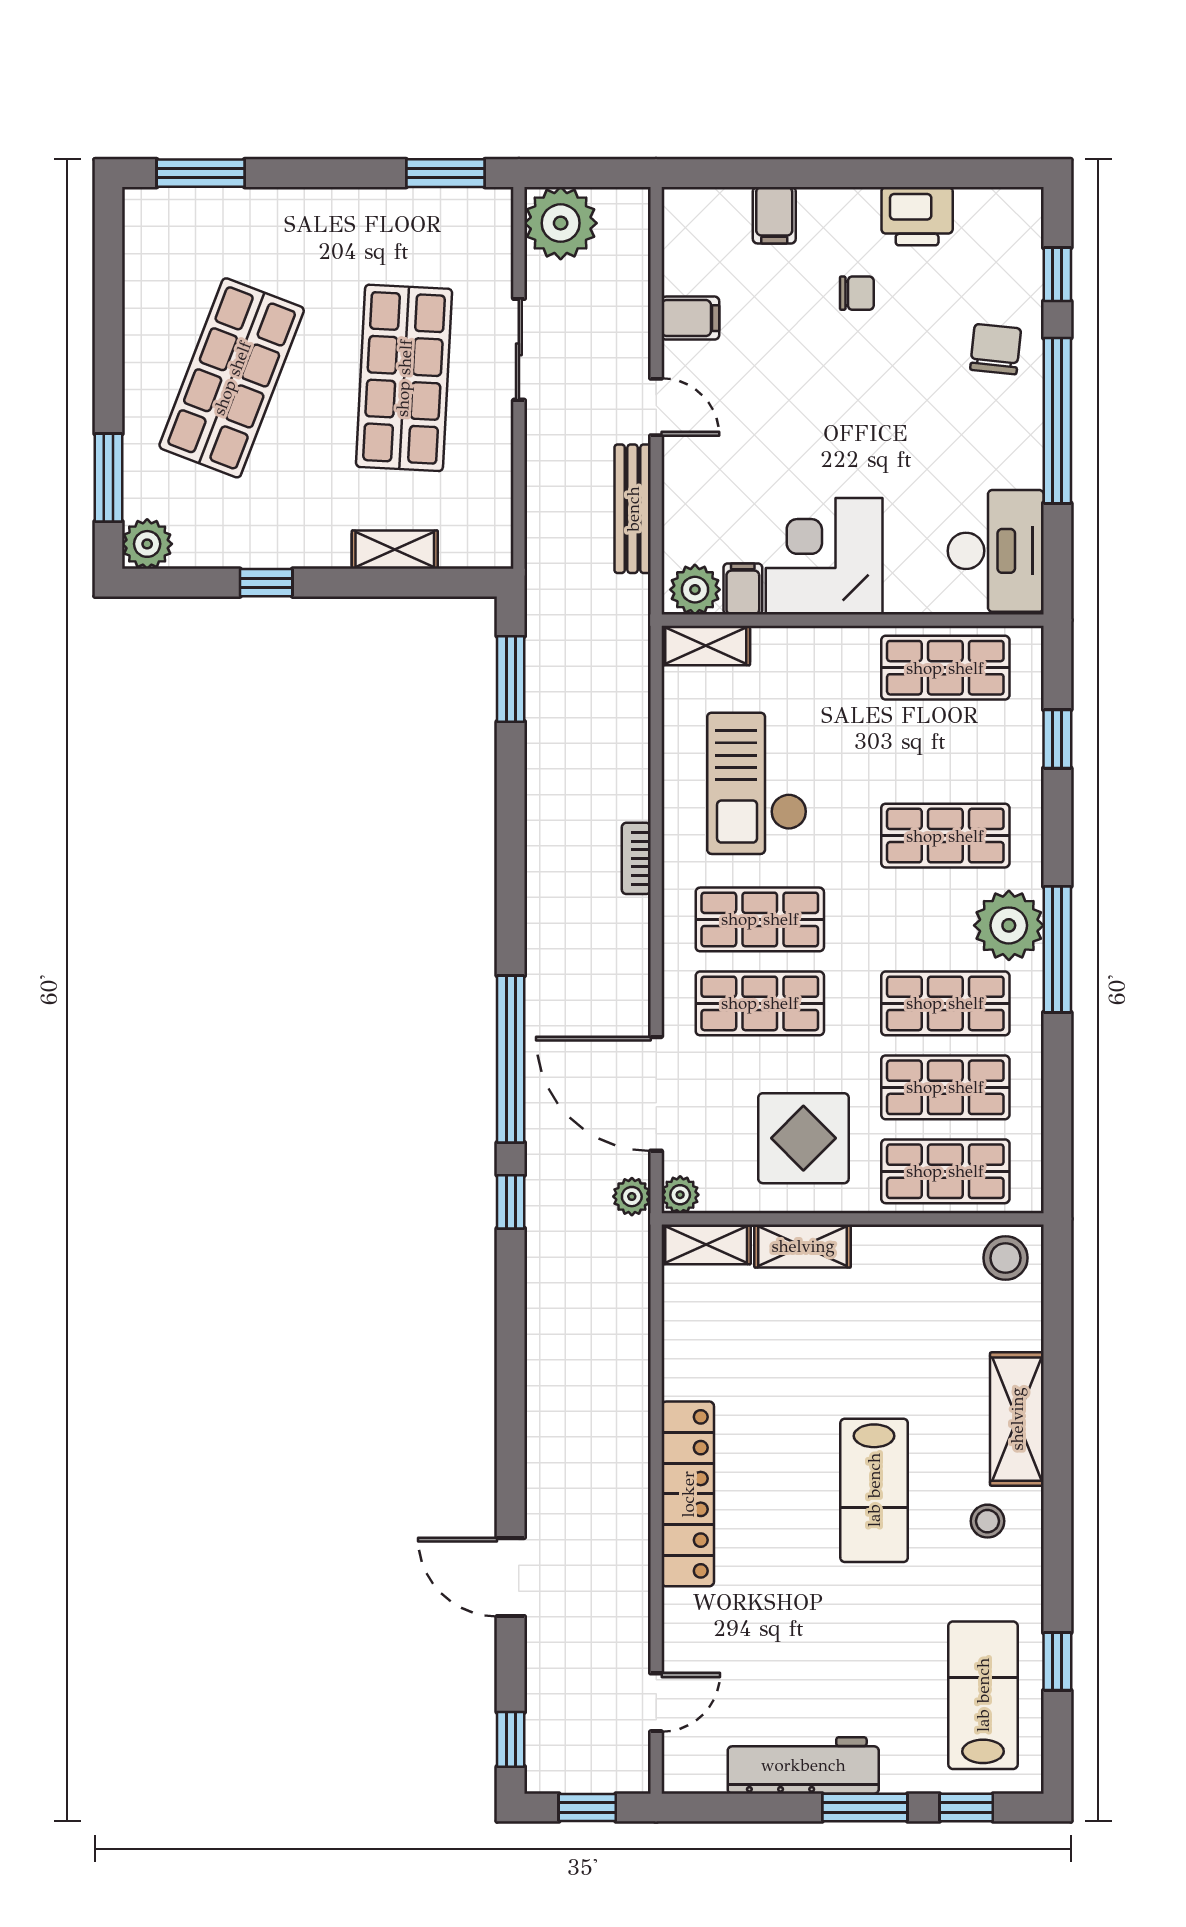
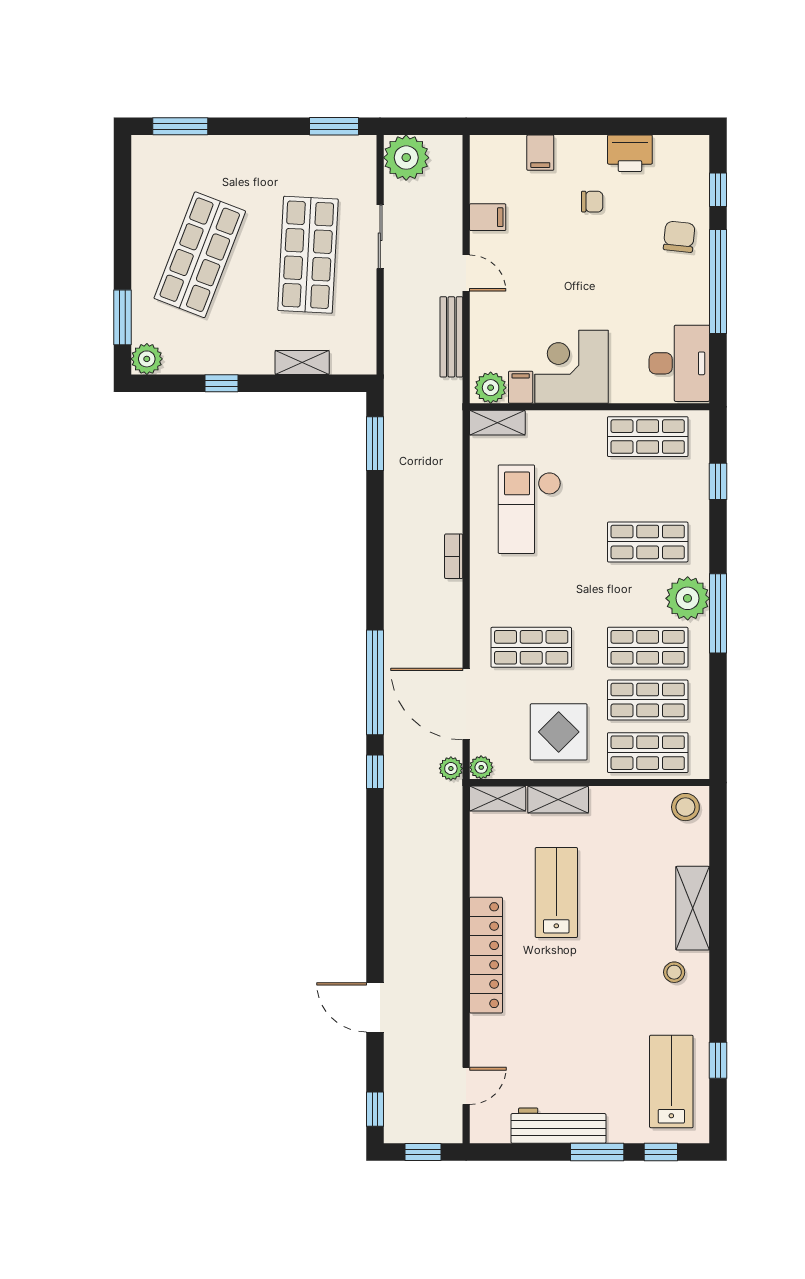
shop shelf: (760, 919) -> (531, 595), removed
lab bench: (874, 1490) -> (556, 893), moved, turned 180

